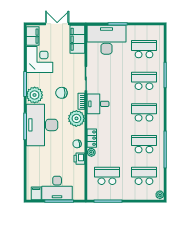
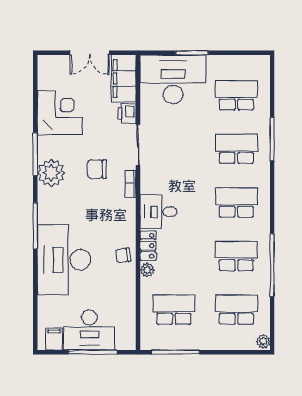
double door: (57, 24) -> (90, 53), swing flipped
filing cabinet: (33, 36) -> (48, 73), removed
desk: (98, 104) -> (159, 212), moved
plant: (76, 118) -> (122, 212), removed
desk: (42, 125) -> (64, 260), moved
printer: (79, 159) -> (127, 113), moved

